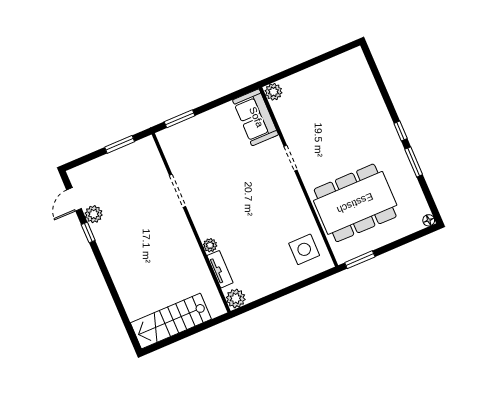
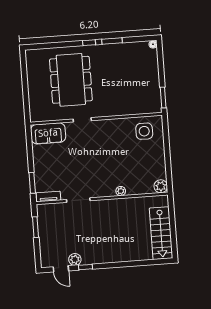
plant: (273, 92) -> (36, 116), removed
dining table: (355, 203) -> (71, 80), moved
tv unit: (220, 269) -> (48, 197), moved

